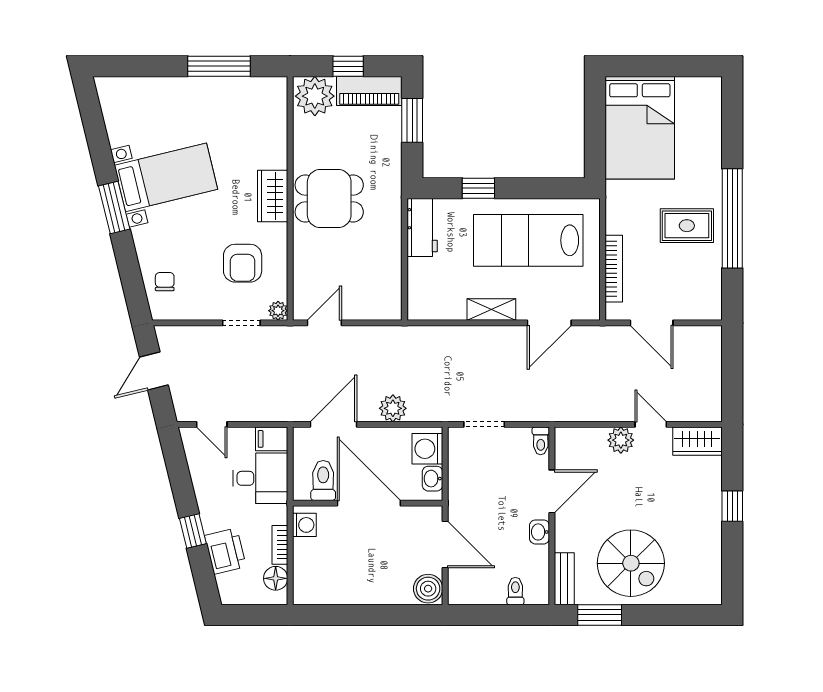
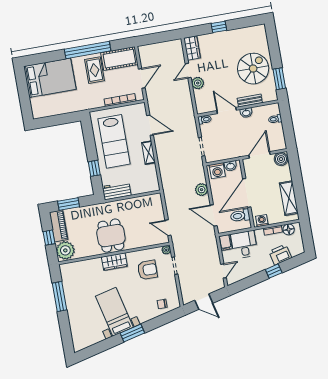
bed: (640, 128) -> (50, 78), moved
cot: (702, 283) -> (119, 59), added
bench: (564, 579) -> (250, 100), moved
shelving: (342, 591) -> (289, 198), added

